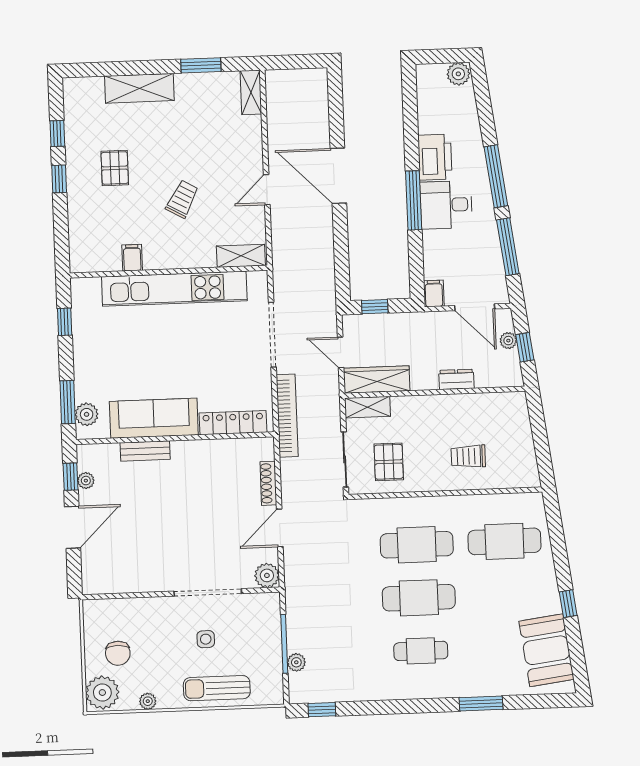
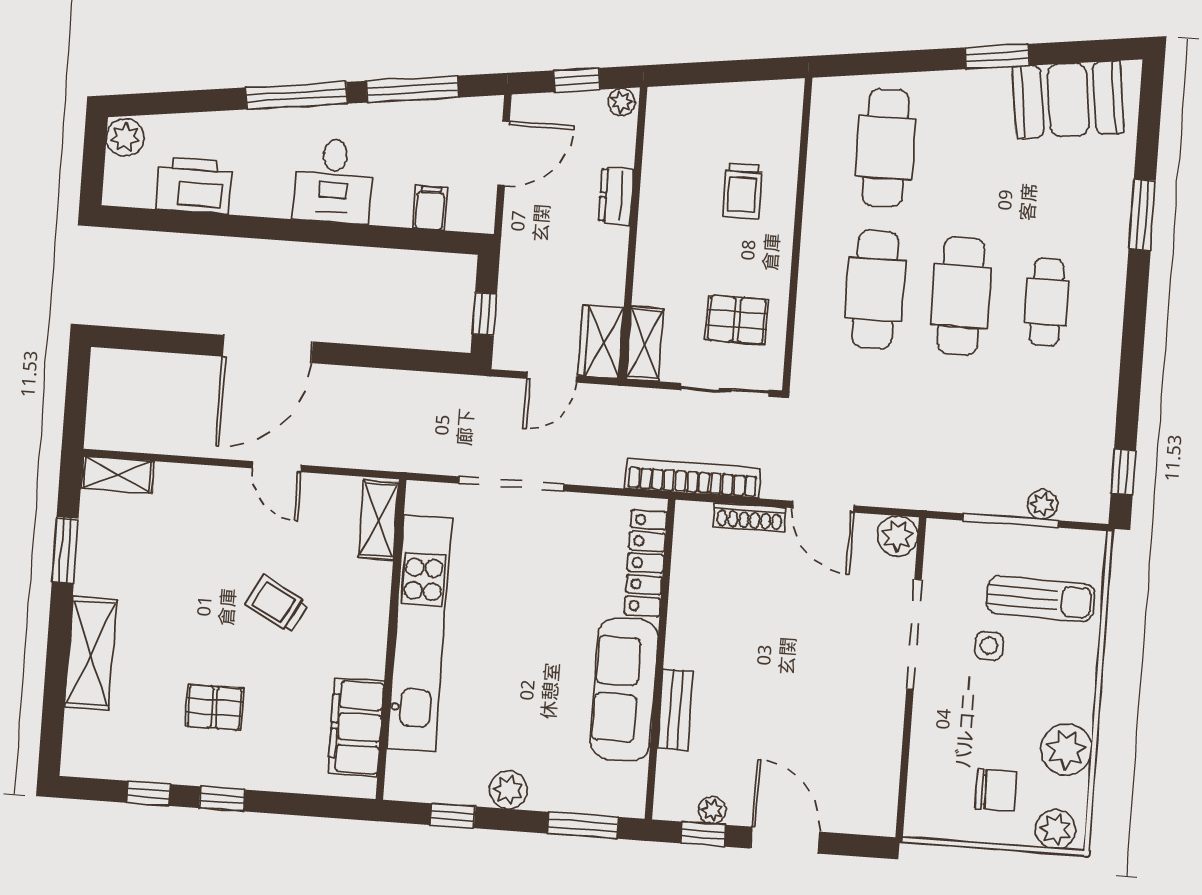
printer: (435, 157) -> (194, 186), moved
window: (414, 200) -> (321, 232), removed
filing cabinet: (132, 258) -> (356, 727), width x3.00, depth x1.17
filing cabinet: (434, 293) -> (430, 208), moved, turned 90
plant: (508, 341) -> (622, 102), moved
wardrobe: (377, 379) -> (601, 342), width x0.67
plant: (87, 414) -> (508, 790), moved
bookcase: (287, 416) -> (693, 478), moved
window: (568, 604) -> (997, 56), width x1.50
sun lounger: (217, 688) -> (1040, 599), moved, turned -89
plant: (102, 693) -> (1056, 829), width x0.73, depth x0.73
plant: (148, 701) -> (1066, 750), width x1.88, depth x1.88

